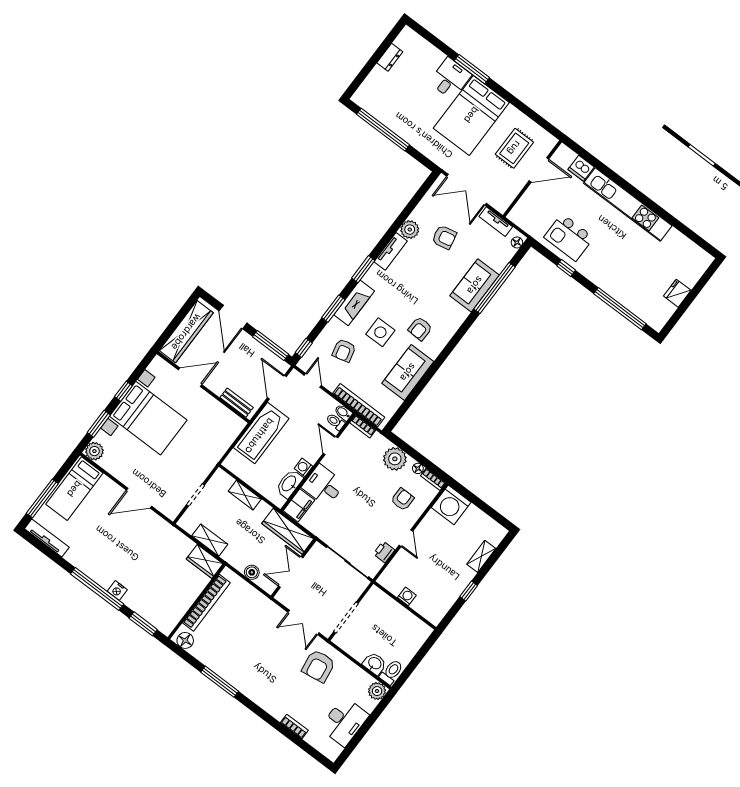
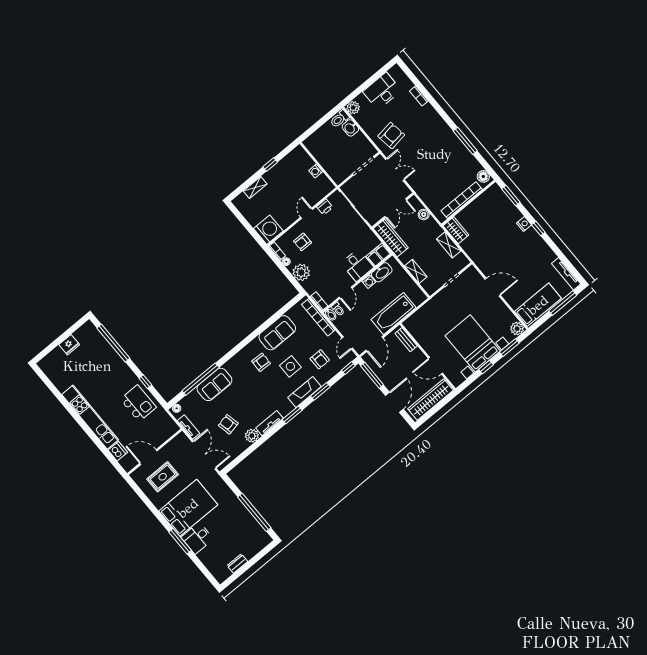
armchair: (344, 350) -> (320, 359), turned 104
window: (97, 589) -> (538, 228), width x0.32

